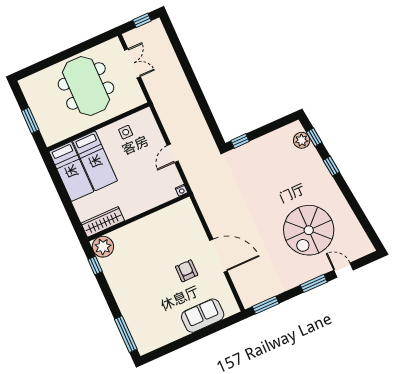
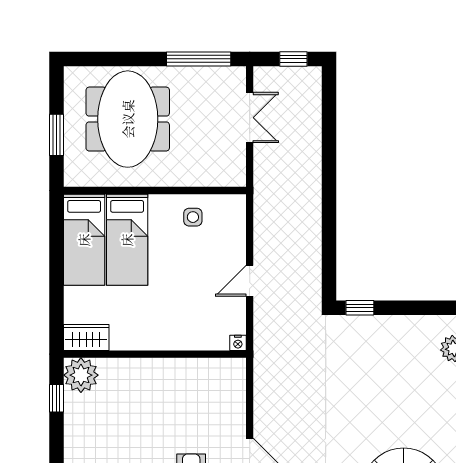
window: (90, 44) -> (199, 59), added
meeting table: (86, 86) -> (128, 119), moved
wardrobe: (103, 222) -> (86, 337), width x0.67

